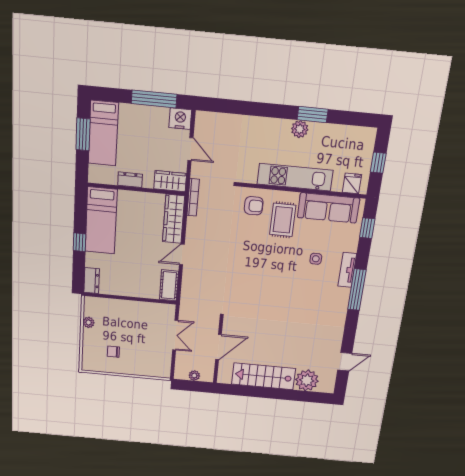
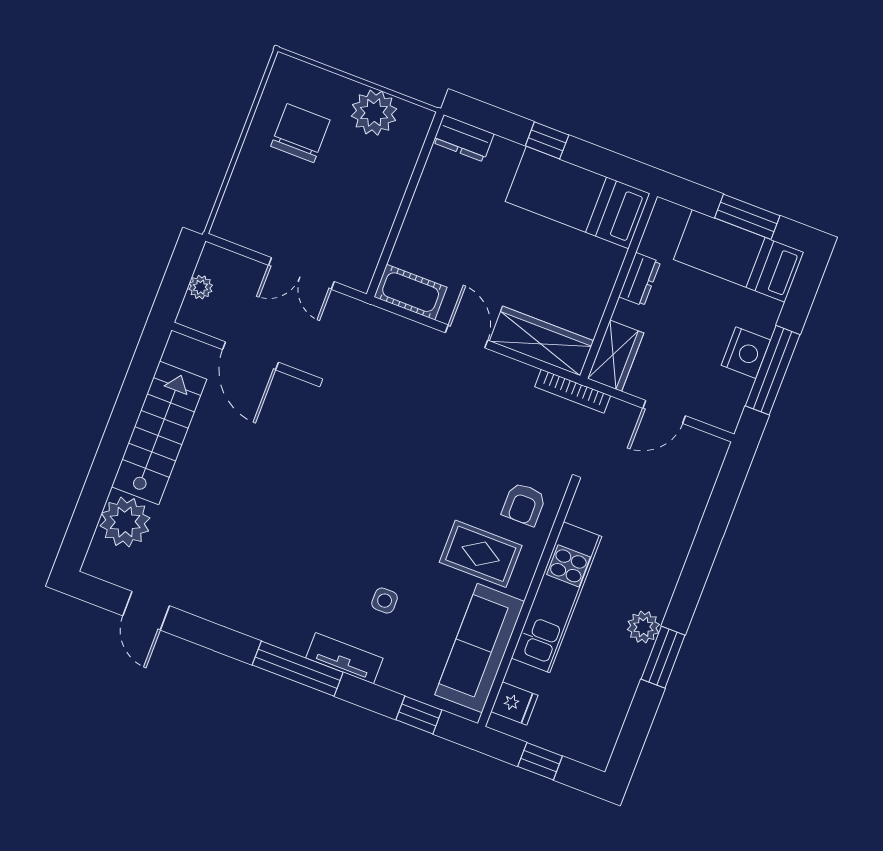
nightstand: (180, 119) -> (746, 353), moved
plant: (89, 322) -> (374, 113), width x1.88, depth x1.88
chair: (113, 352) -> (300, 133), width x1.87, depth x1.87

